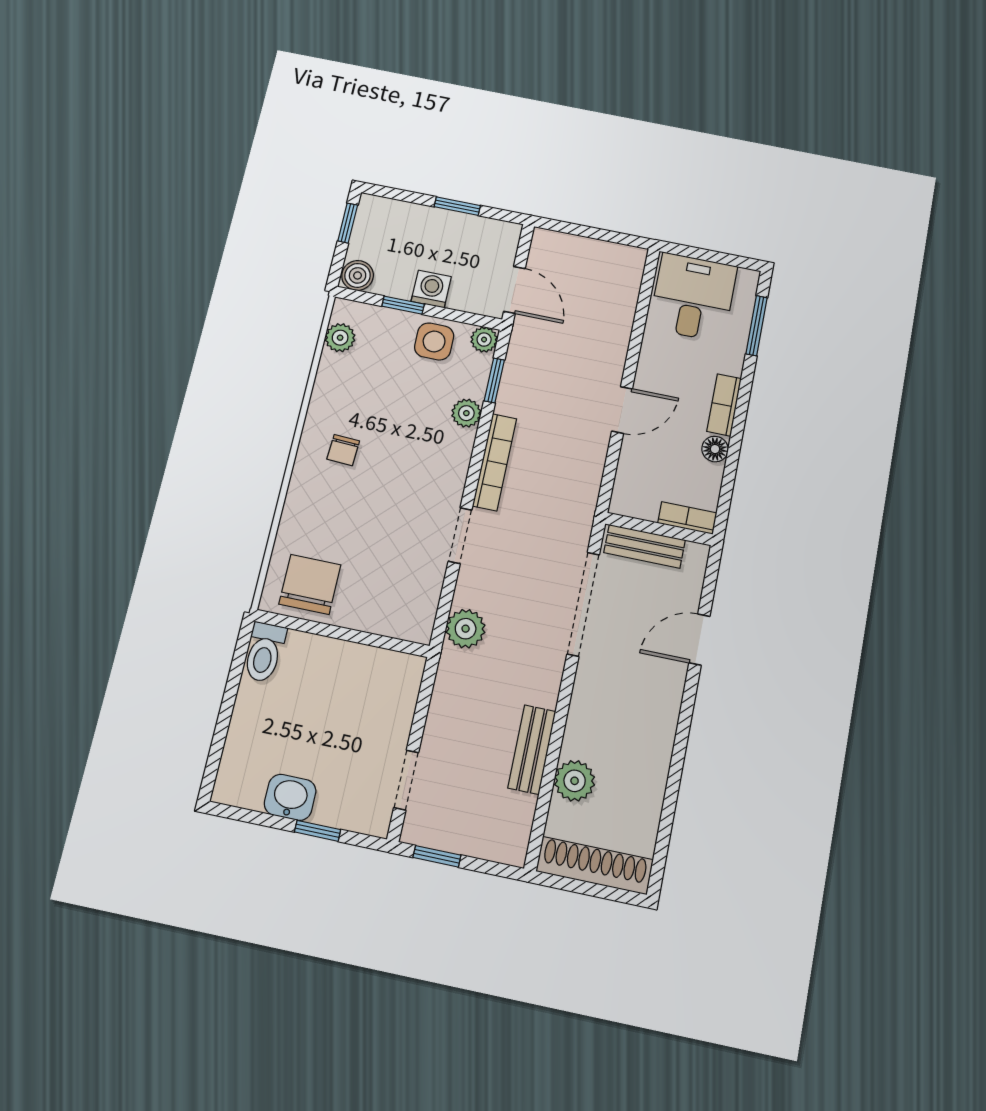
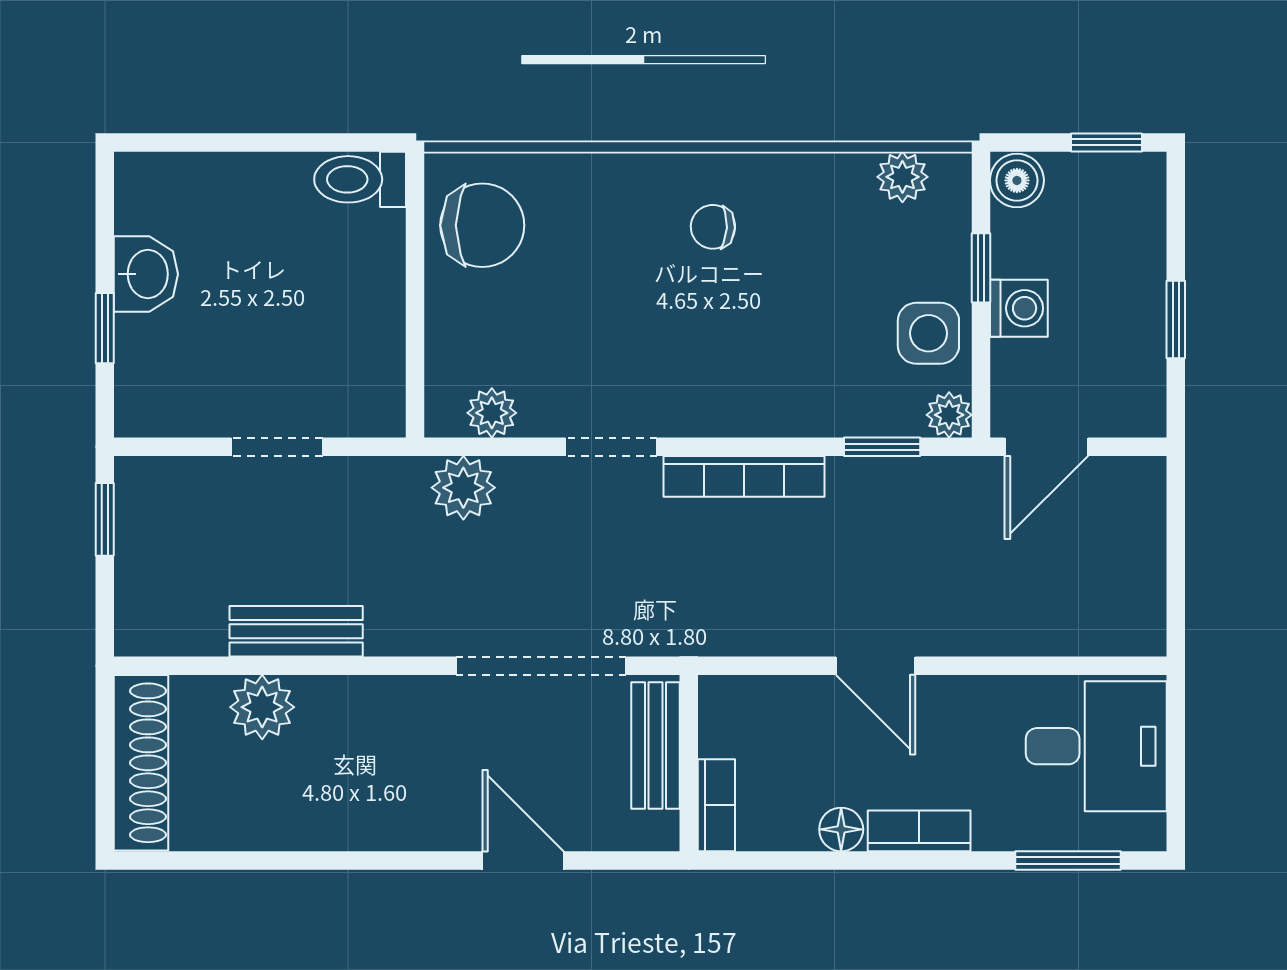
plant: (466, 413) -> (492, 413), moved
doorway: (406, 780) -> (277, 447), moved

